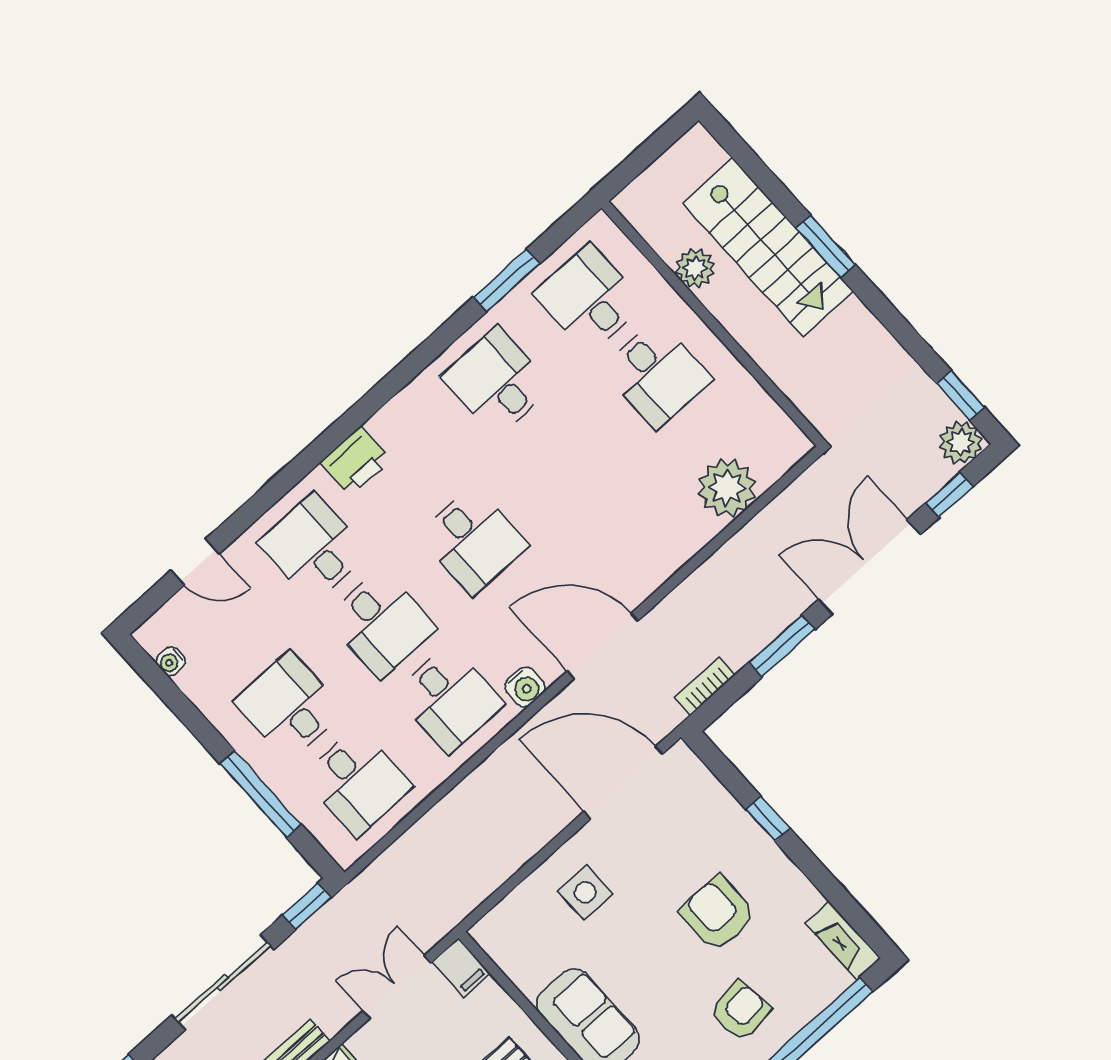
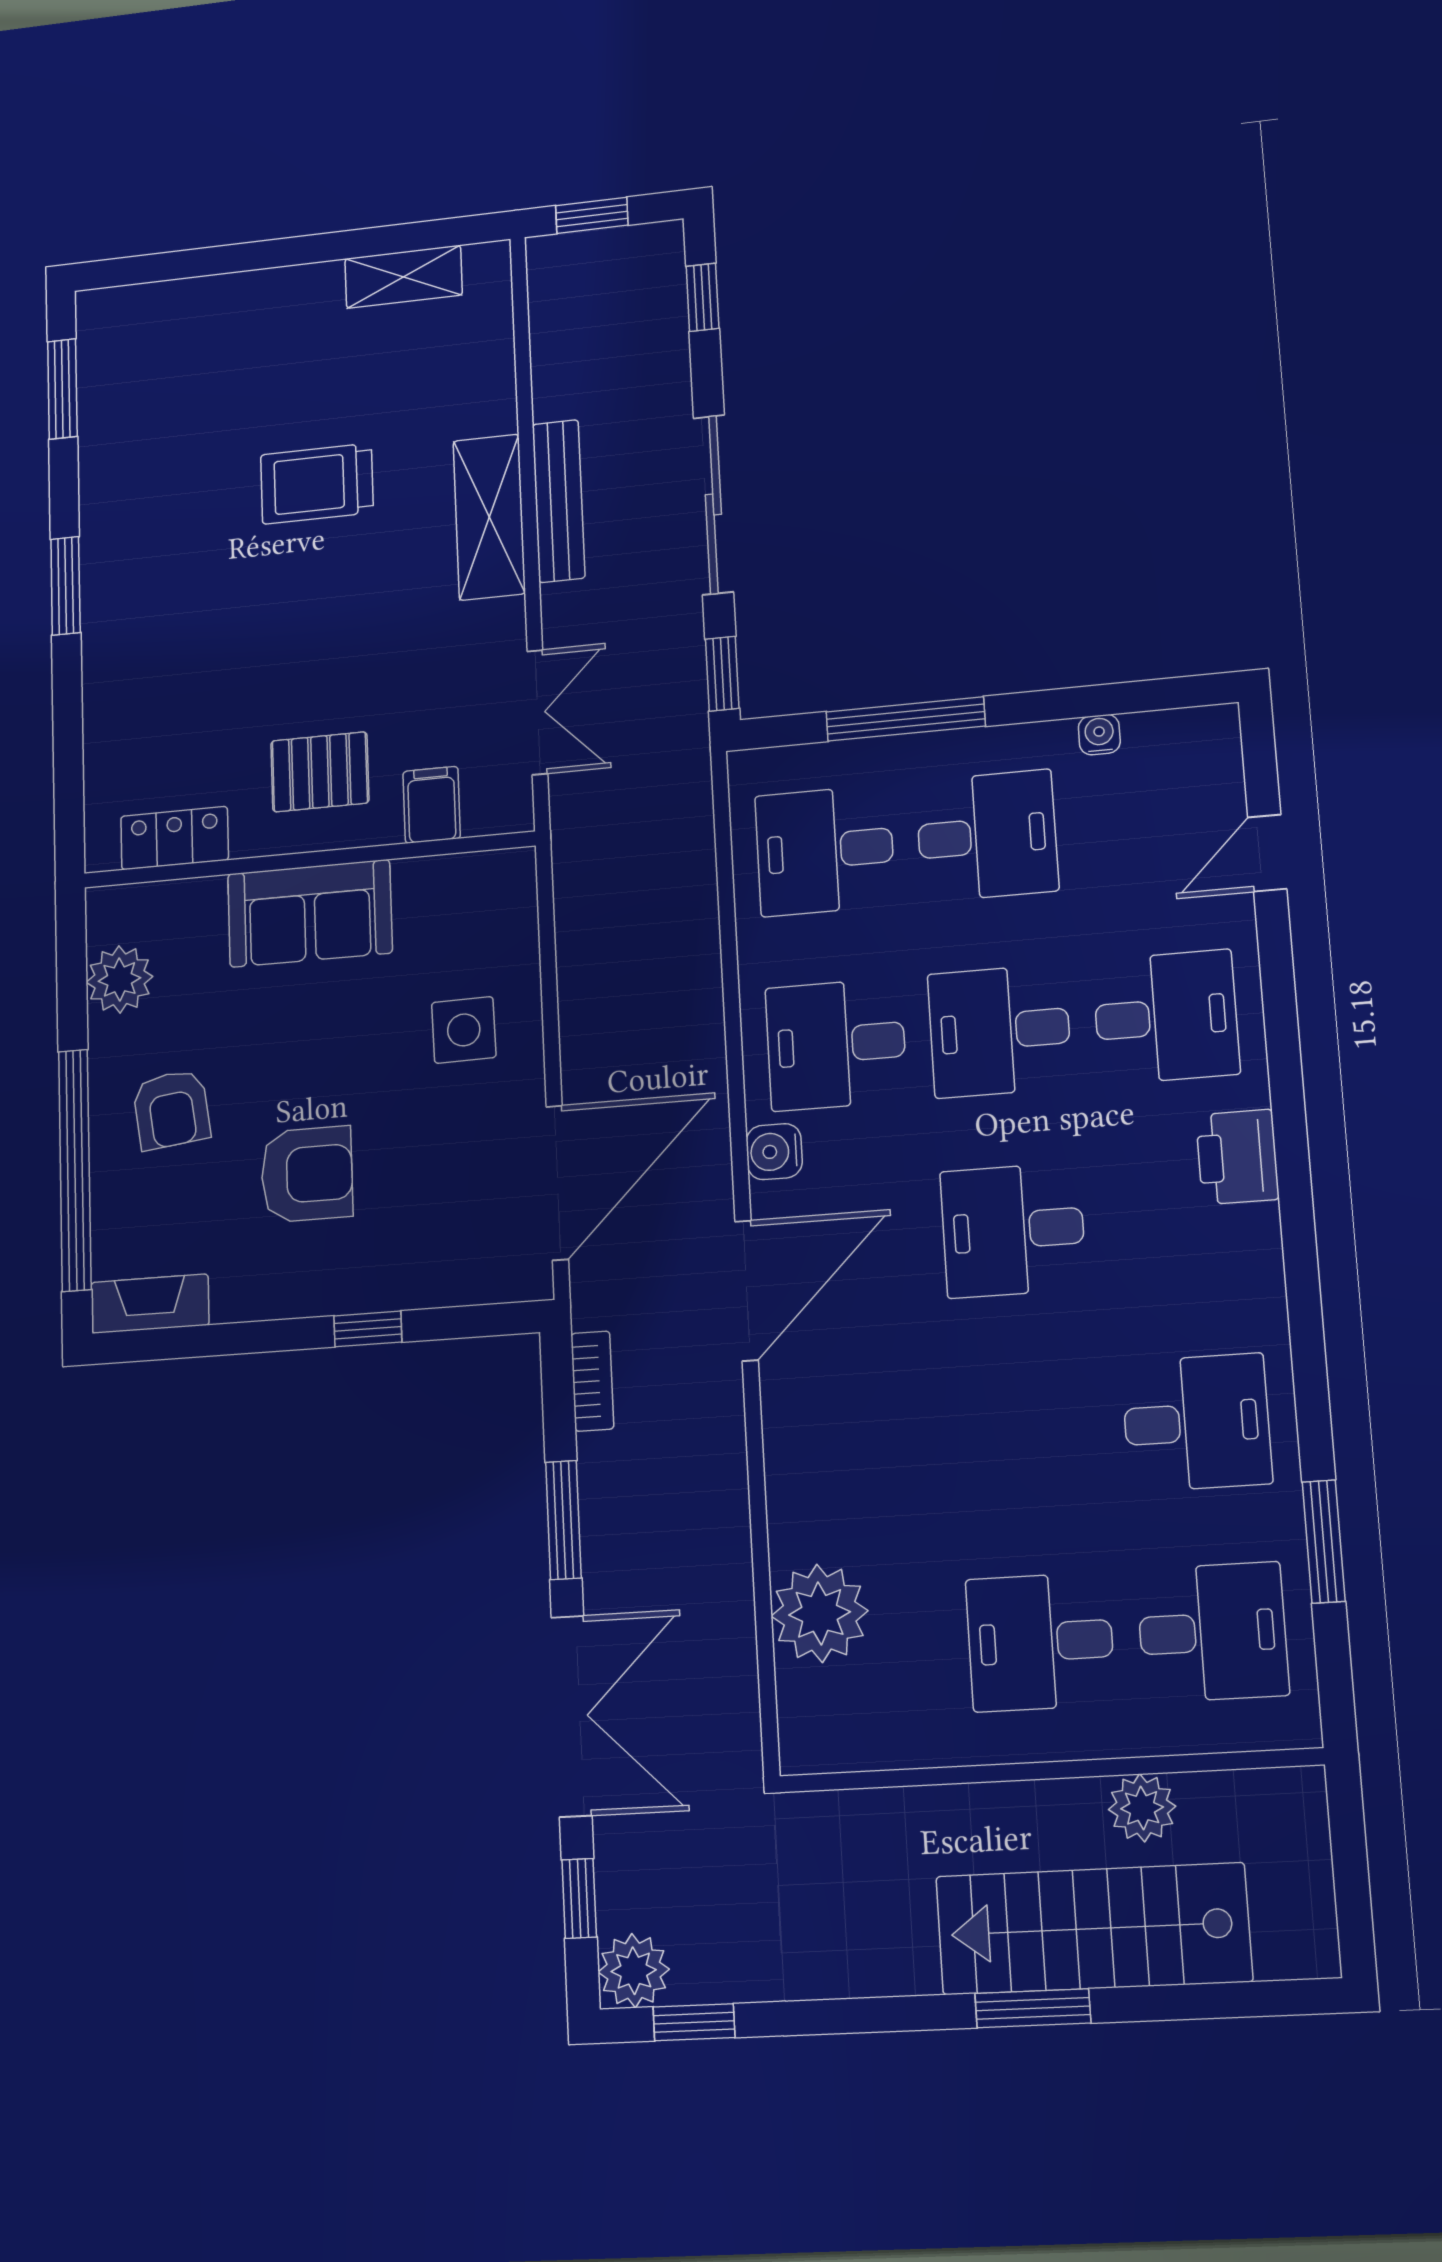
water cooler: (171, 661) -> (1099, 735), moved
filing cabinet: (461, 968) -> (432, 805), moved, turned 90

